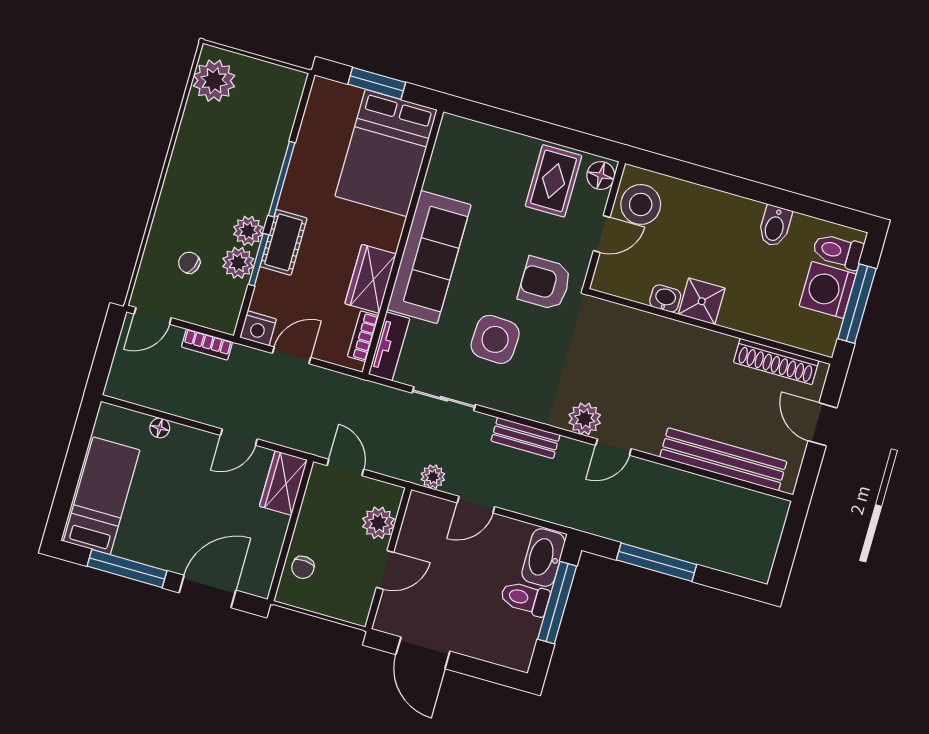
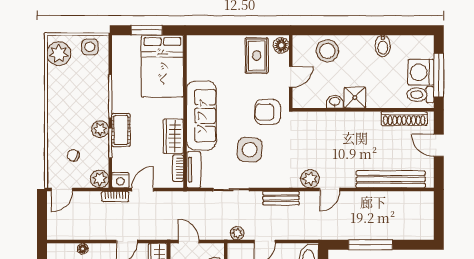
side table: (271, 84) -> (90, 47), added
stool: (641, 204) -> (327, 51), moved
toilet: (838, 251) -> (420, 95), moved
plant: (238, 263) -> (100, 179), moved
bookcase: (207, 344) -> (115, 197), moved

